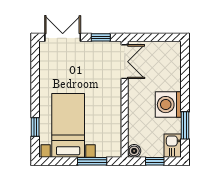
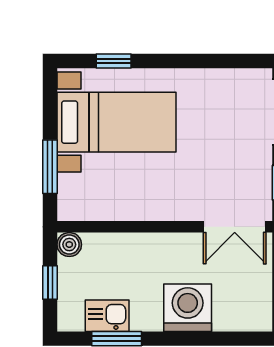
washing machine: (168, 105) -> (188, 308), moved
kitchen sink: (173, 146) -> (107, 316), moved

